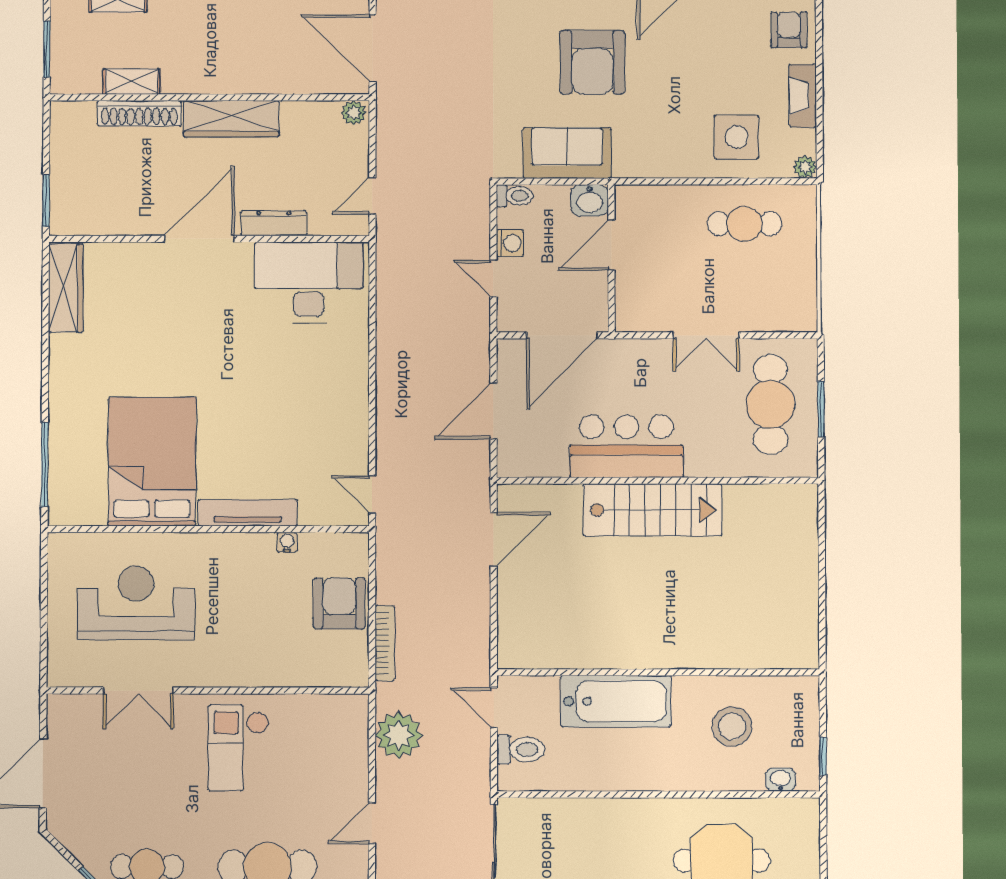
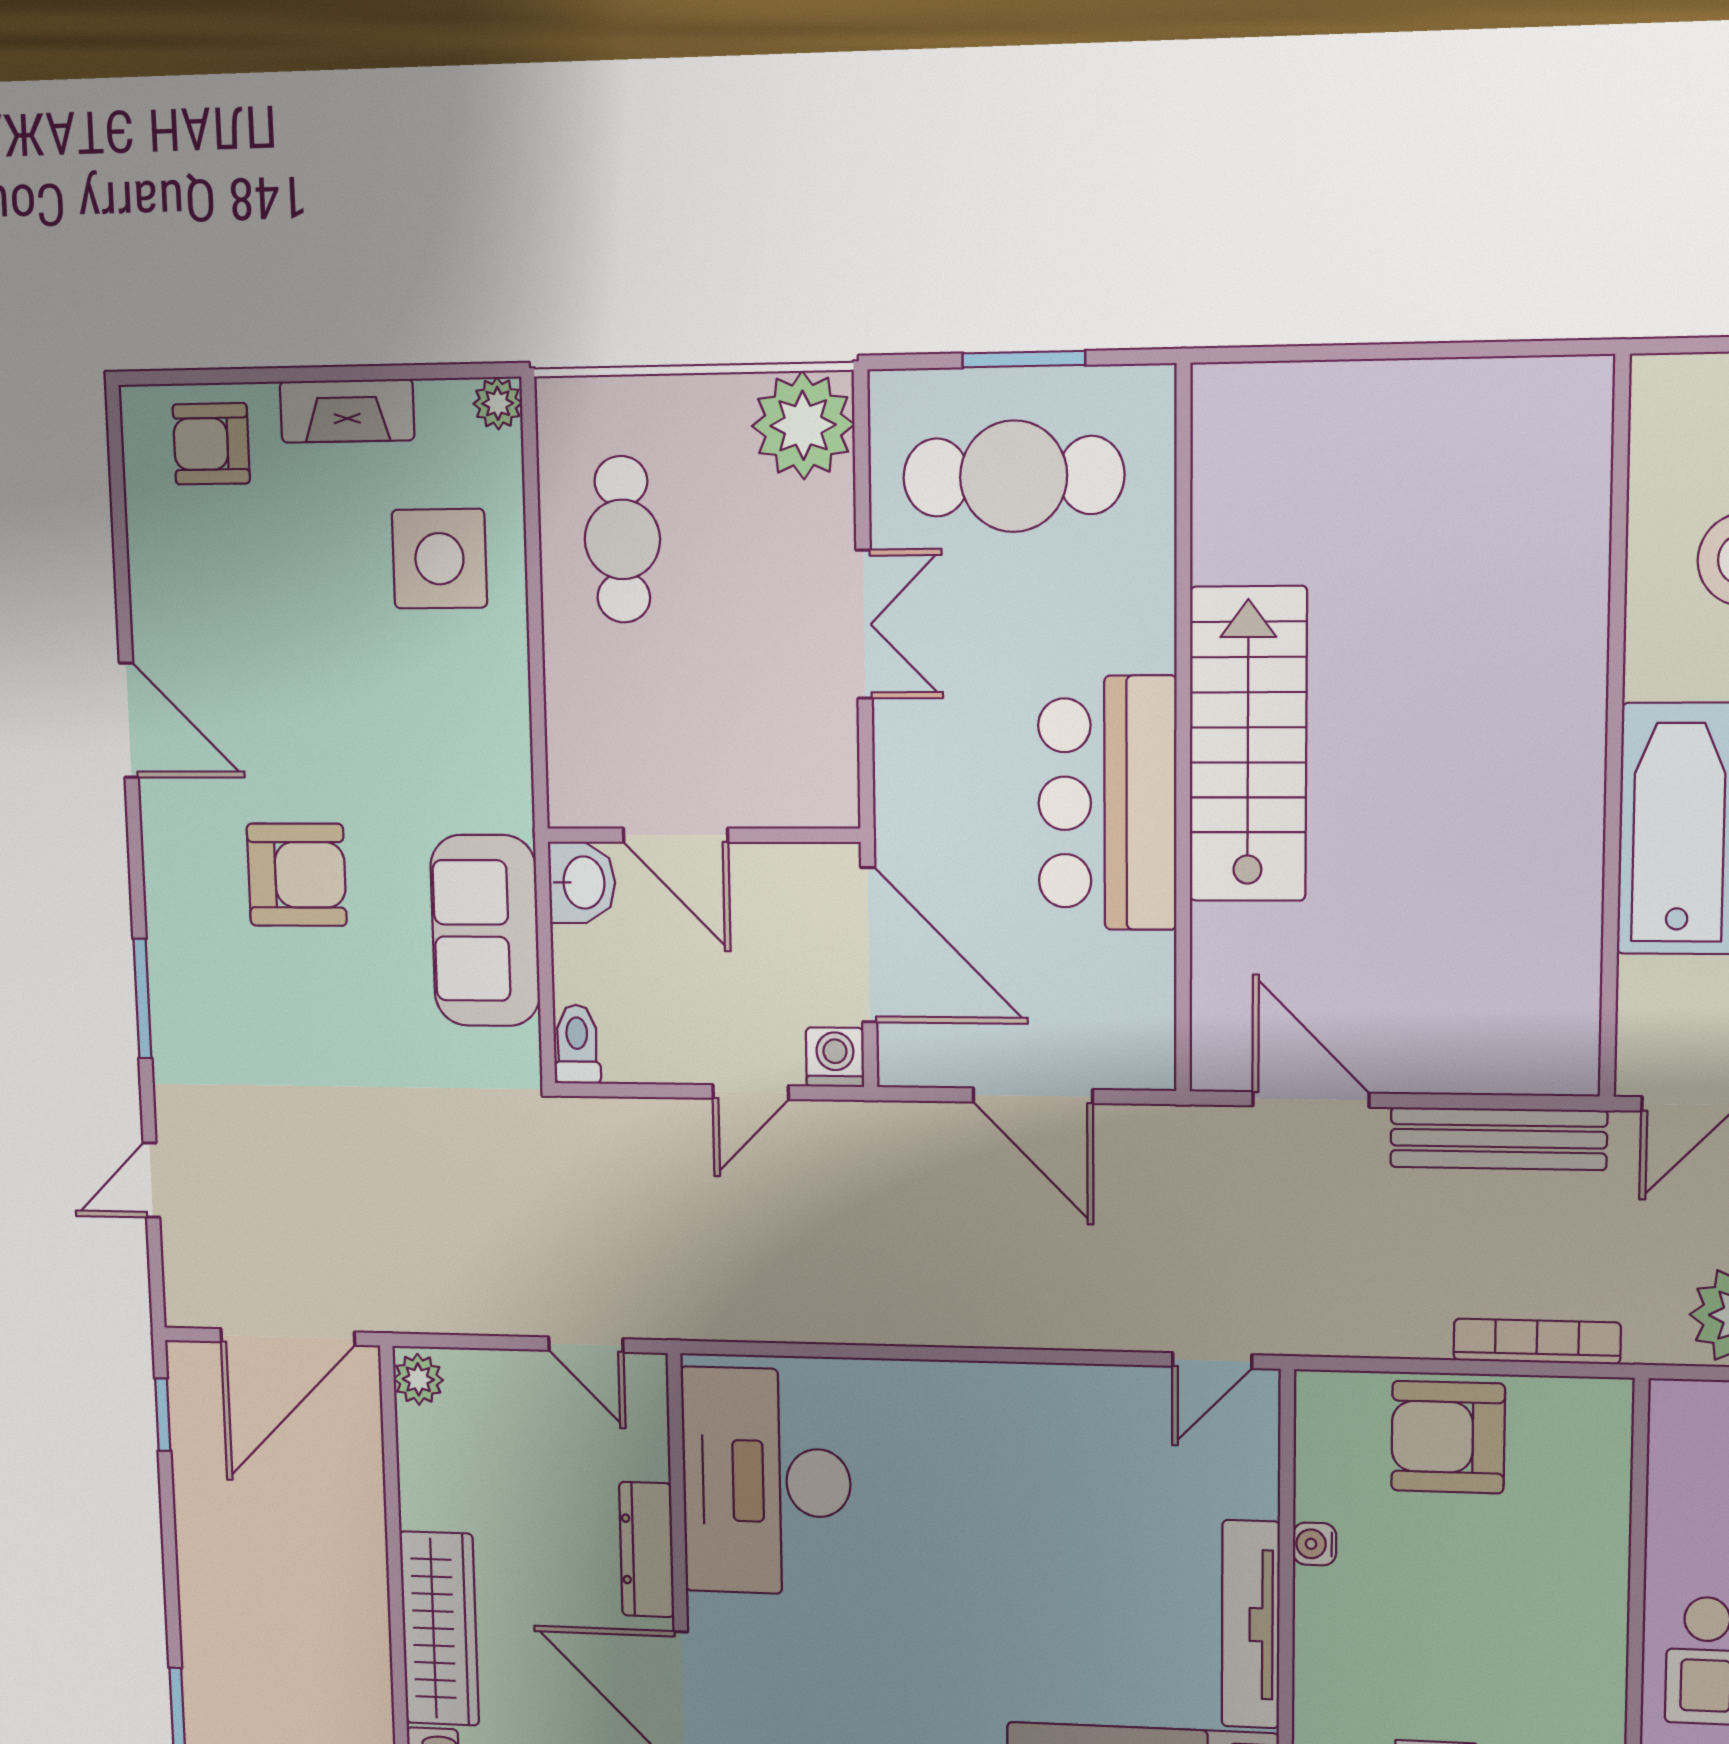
armchair: (592, 62) -> (297, 875), width x0.73, depth x0.73
washing machine: (510, 243) -> (835, 1057), moved
plant: (794, 309) -> (803, 425), added
bench: (477, 624) -> (1498, 1139), added

